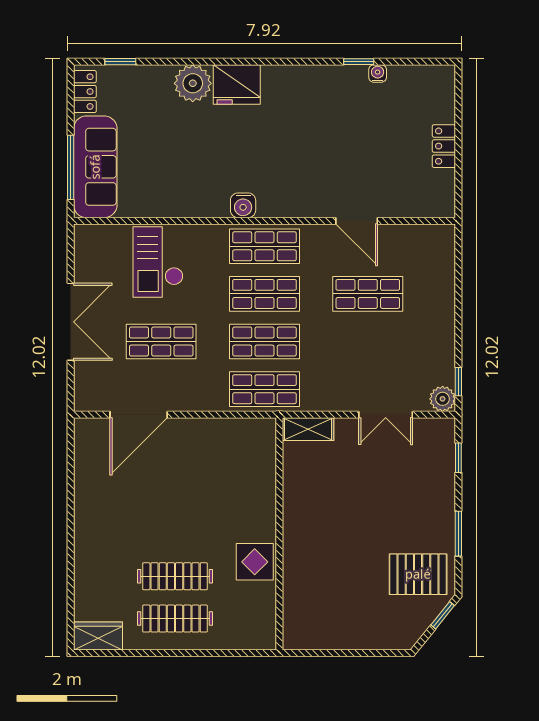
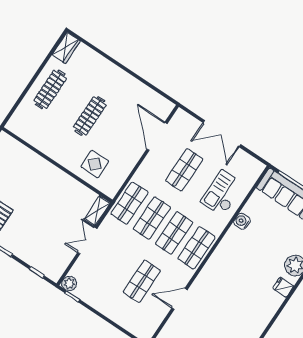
fridge: (237, 84) -> (283, 287), width x0.53, depth x0.75
water cooler: (243, 205) -> (242, 221), moved
checkout: (158, 262) -> (222, 193), turned -90
double door: (386, 415) -> (87, 241), moved
display table: (255, 562) -> (95, 164), moved
clothes rail: (175, 576) -> (90, 116), moved

